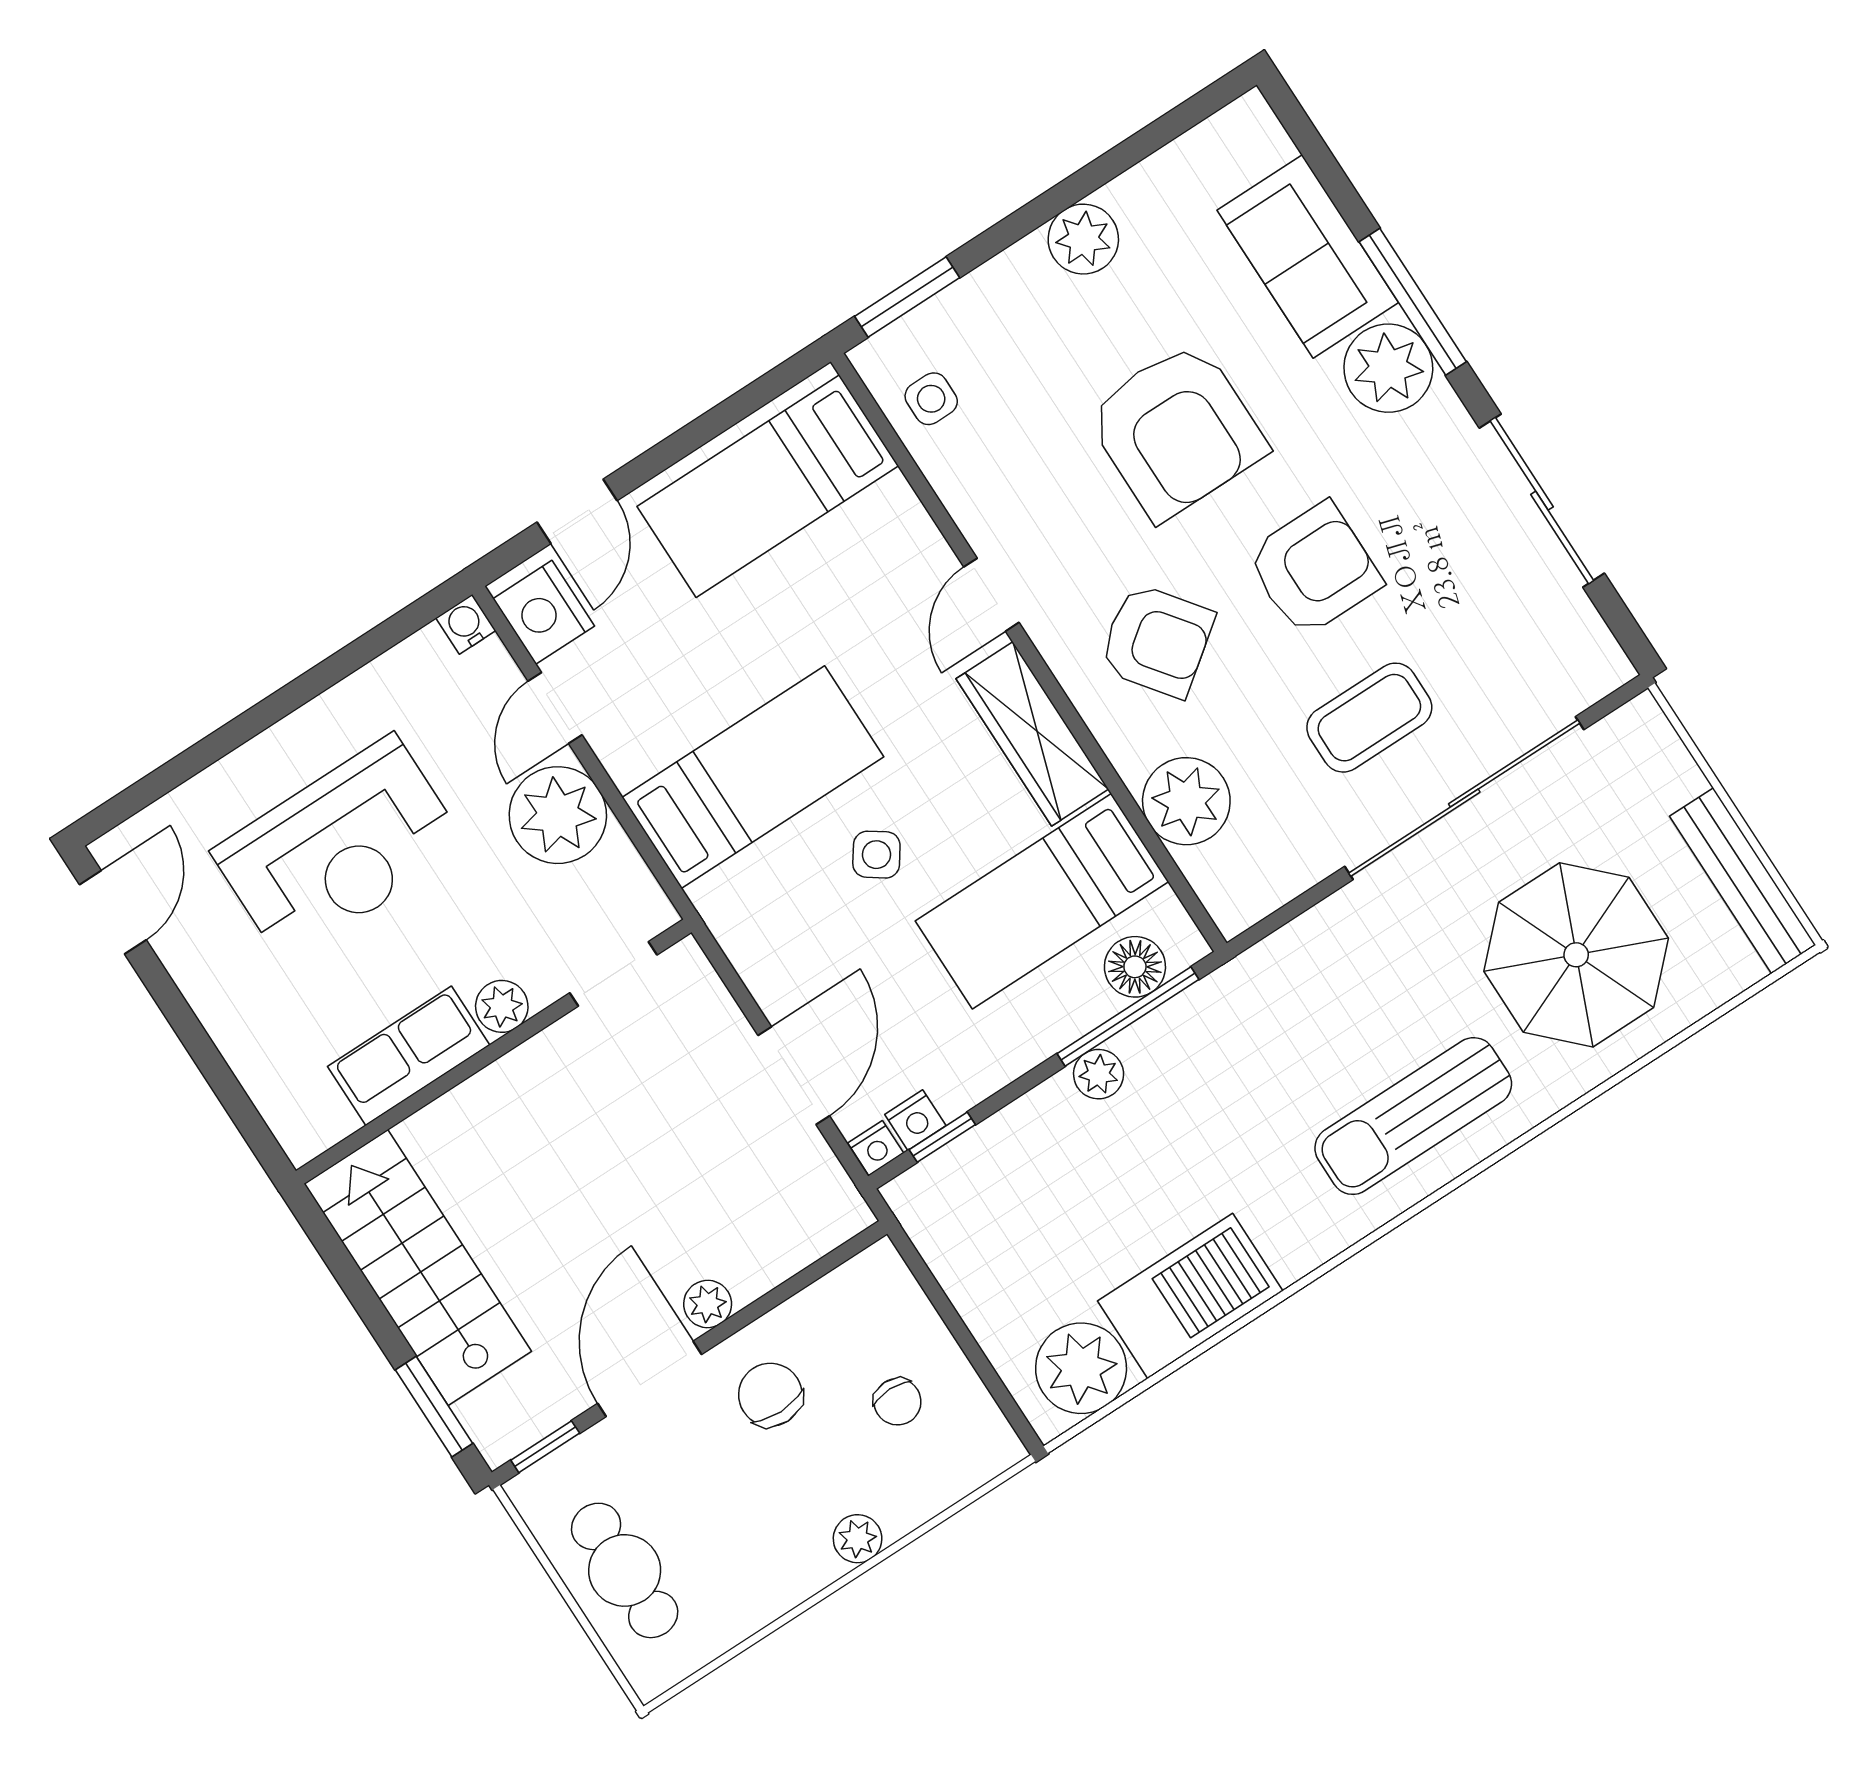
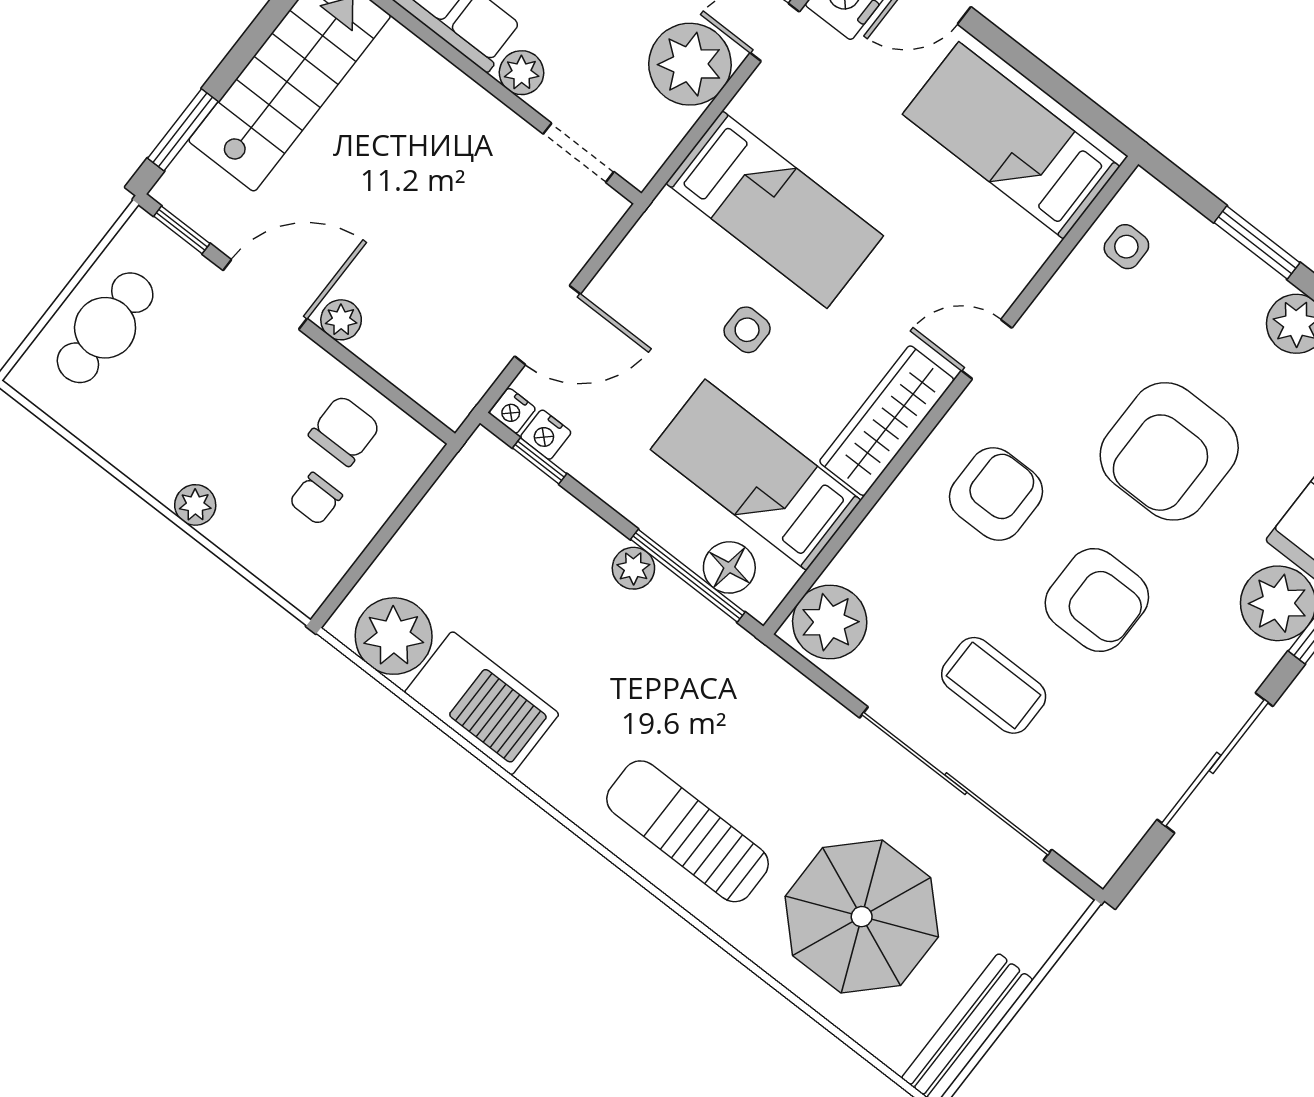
window: (907, 297) -> (1257, 243), moved
armchair: (1157, 641) -> (996, 494), turned -143
plant: (1186, 801) -> (830, 622), moved
side table: (876, 855) -> (747, 330), turned -34
chair: (770, 1395) -> (345, 431), moved

